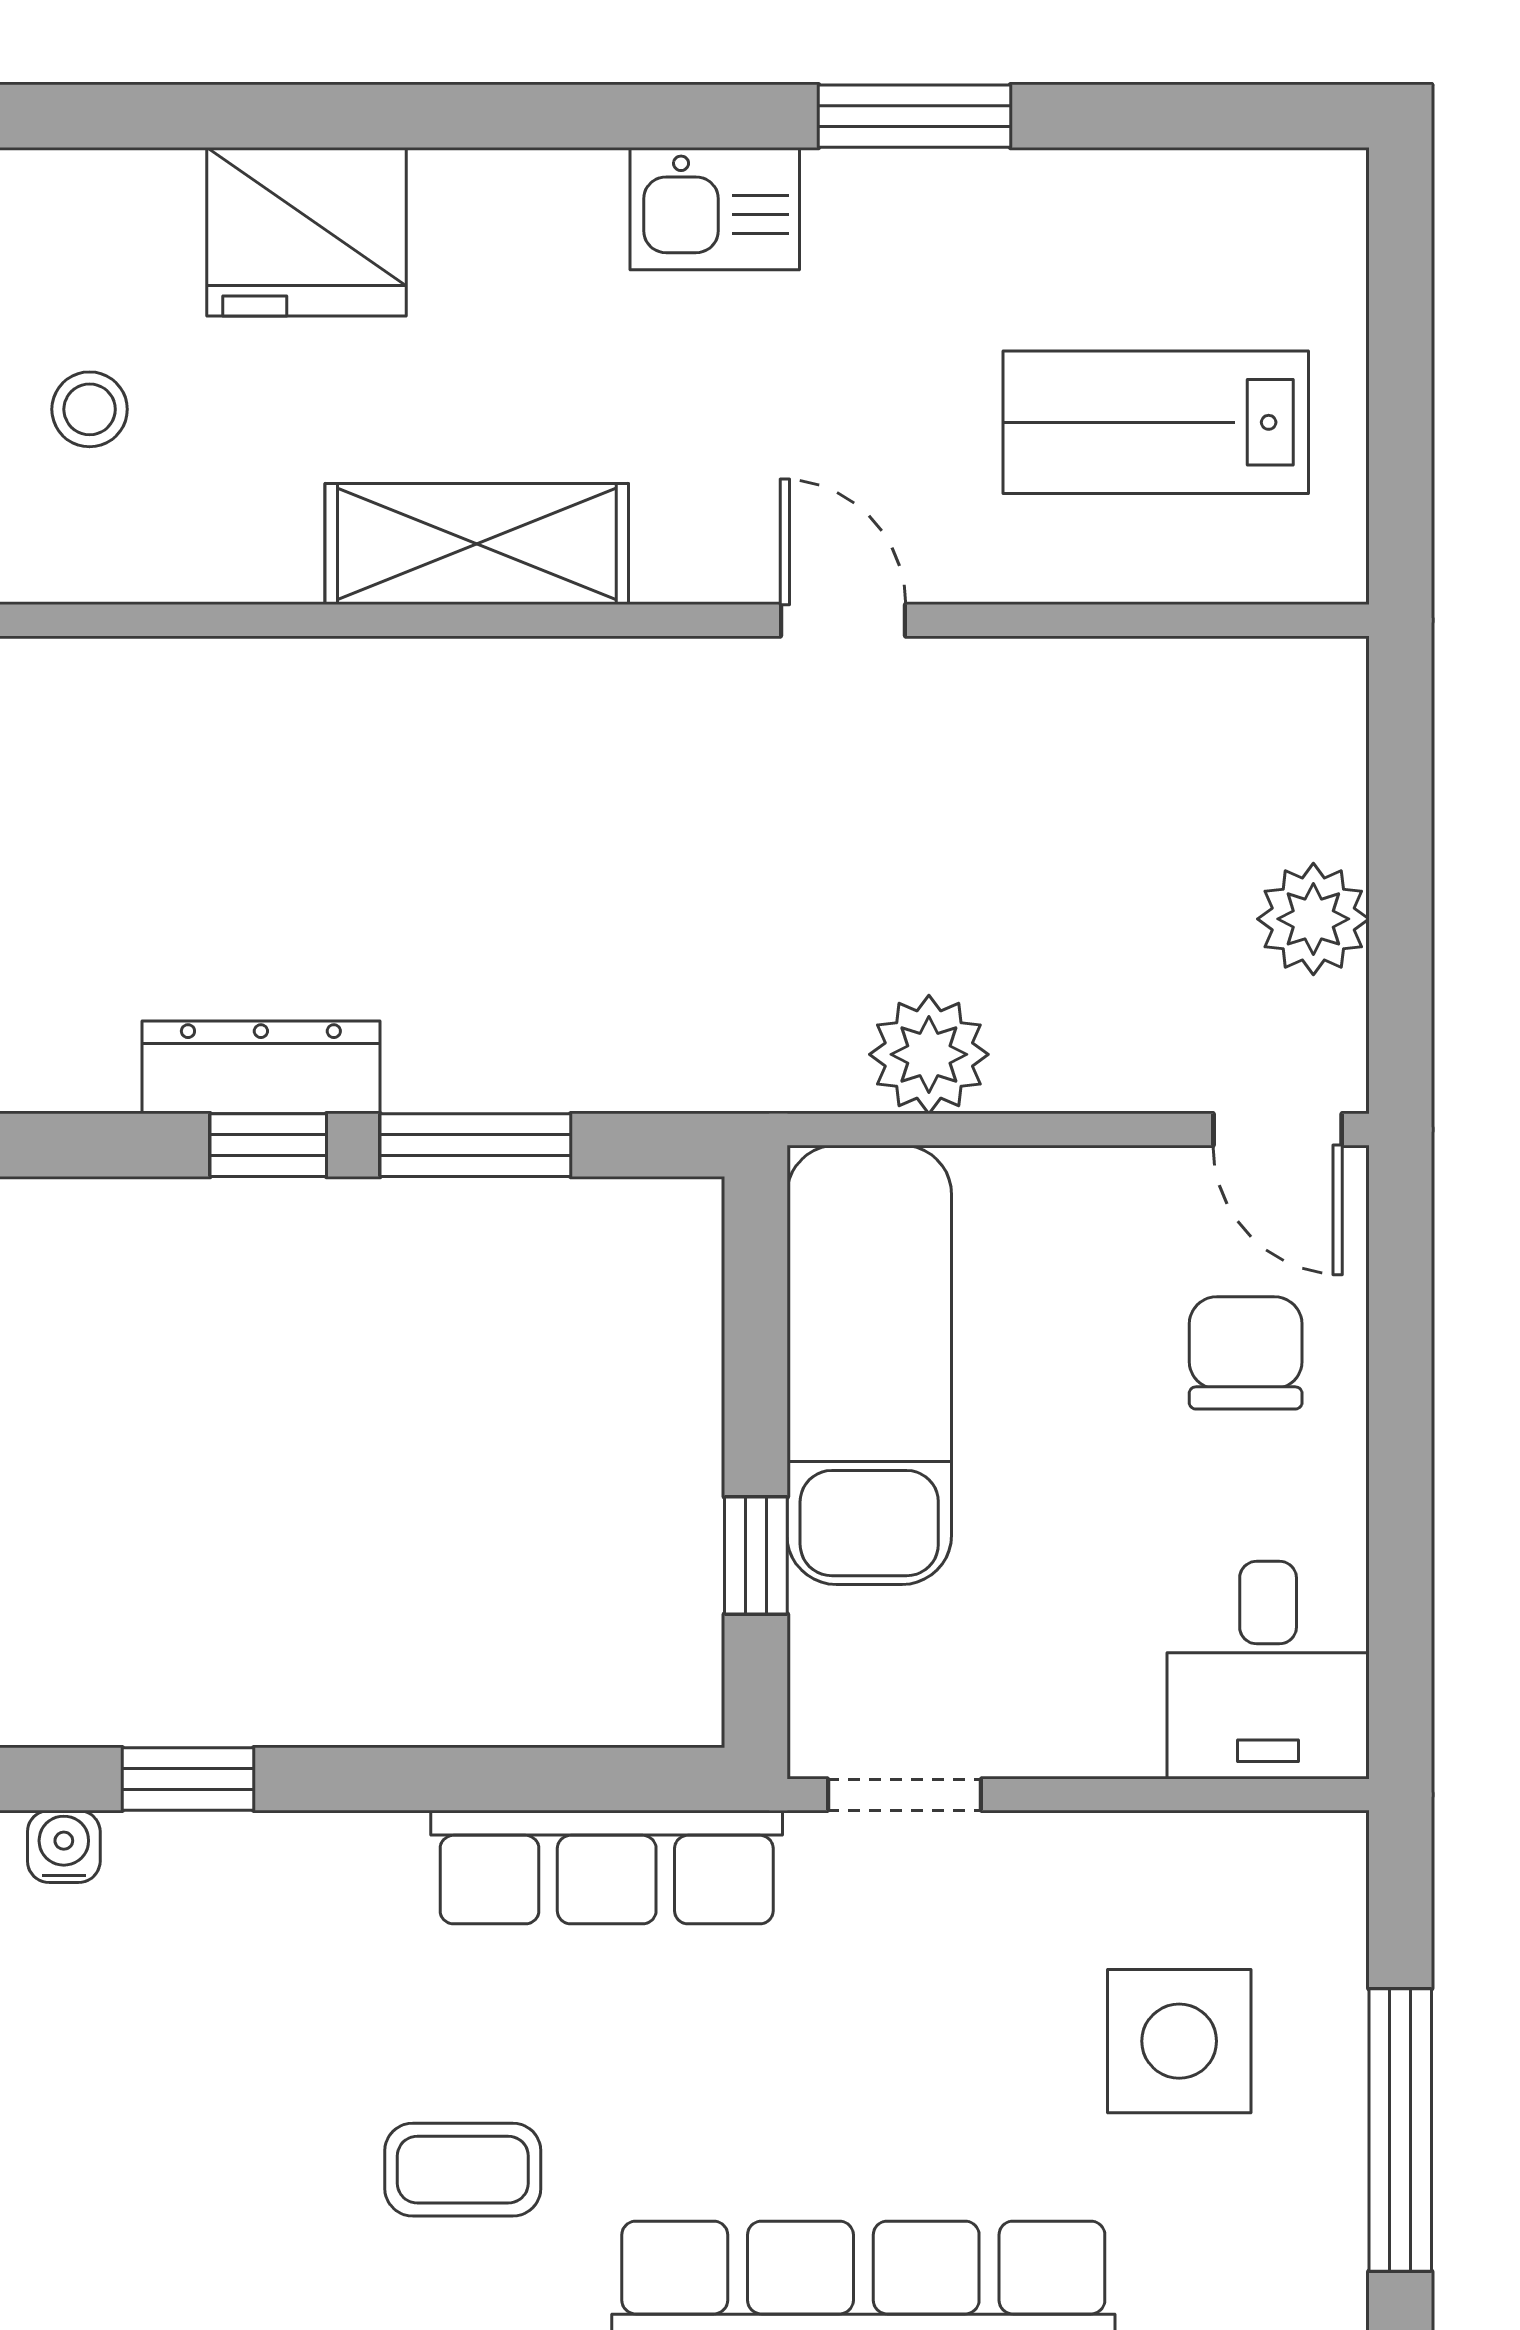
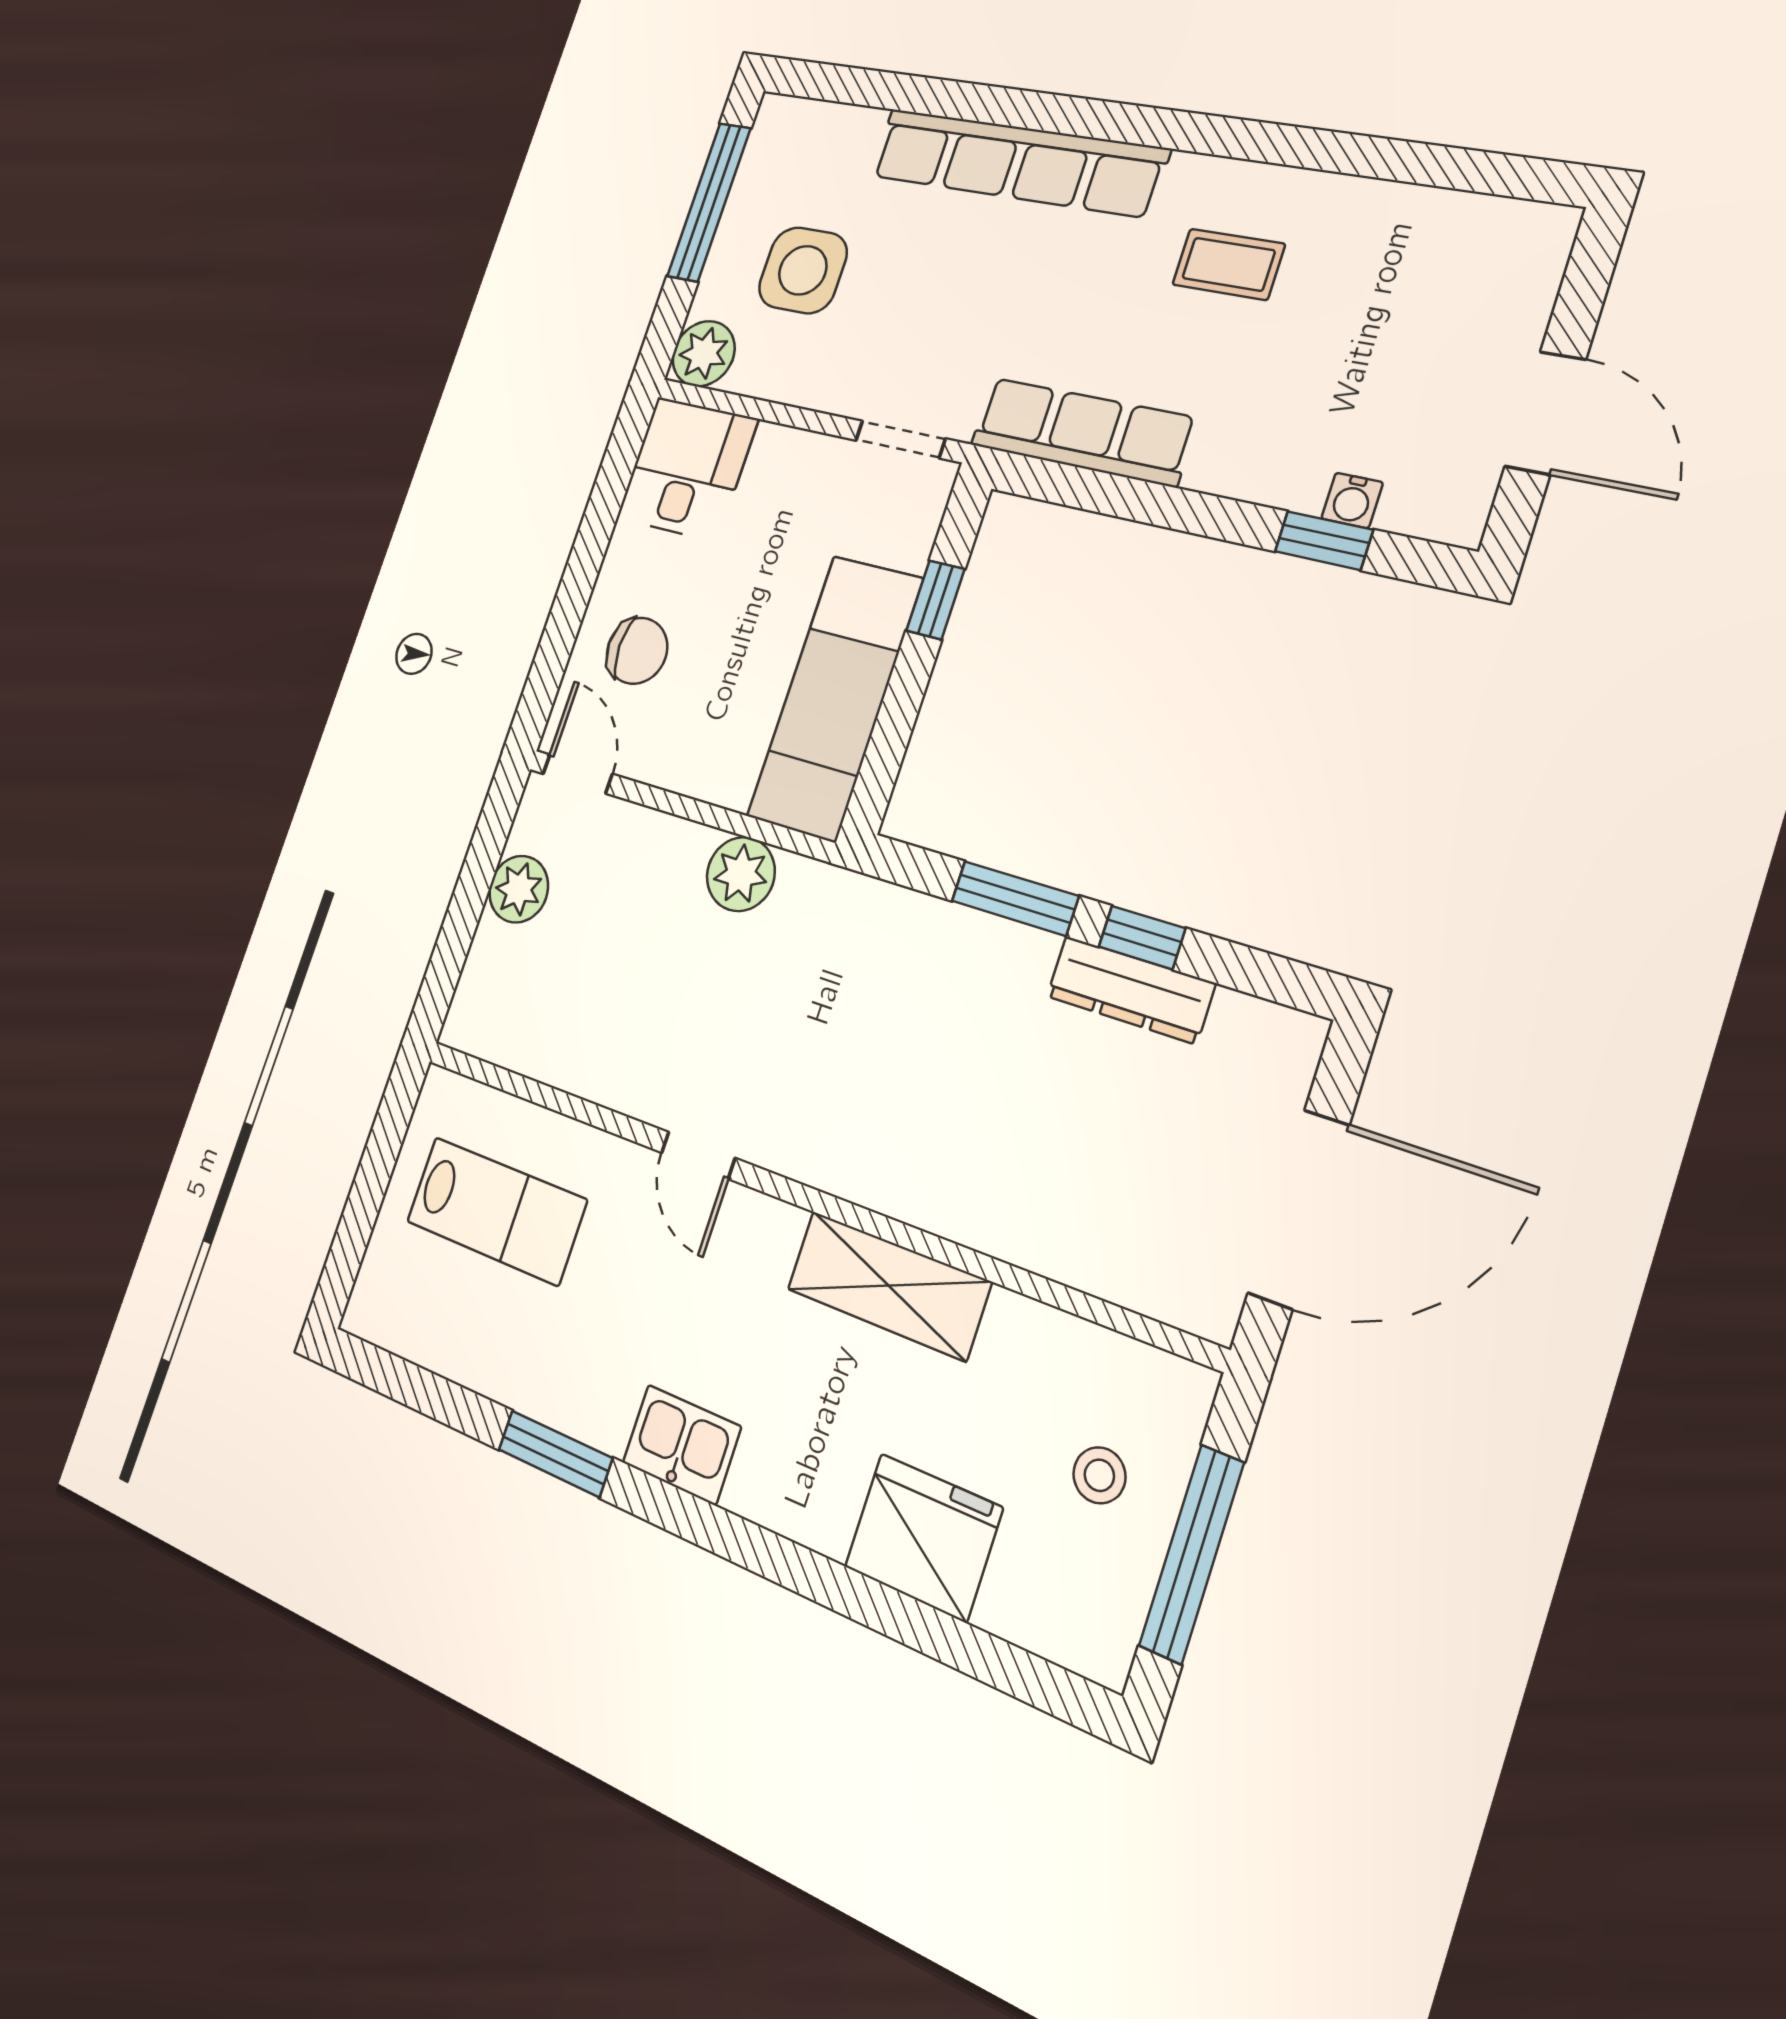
chair: (1246, 1353) -> (637, 651), turned -90
water cooler: (64, 1846) -> (1352, 500), moved
plant: (1311, 1868) -> (704, 354), added

